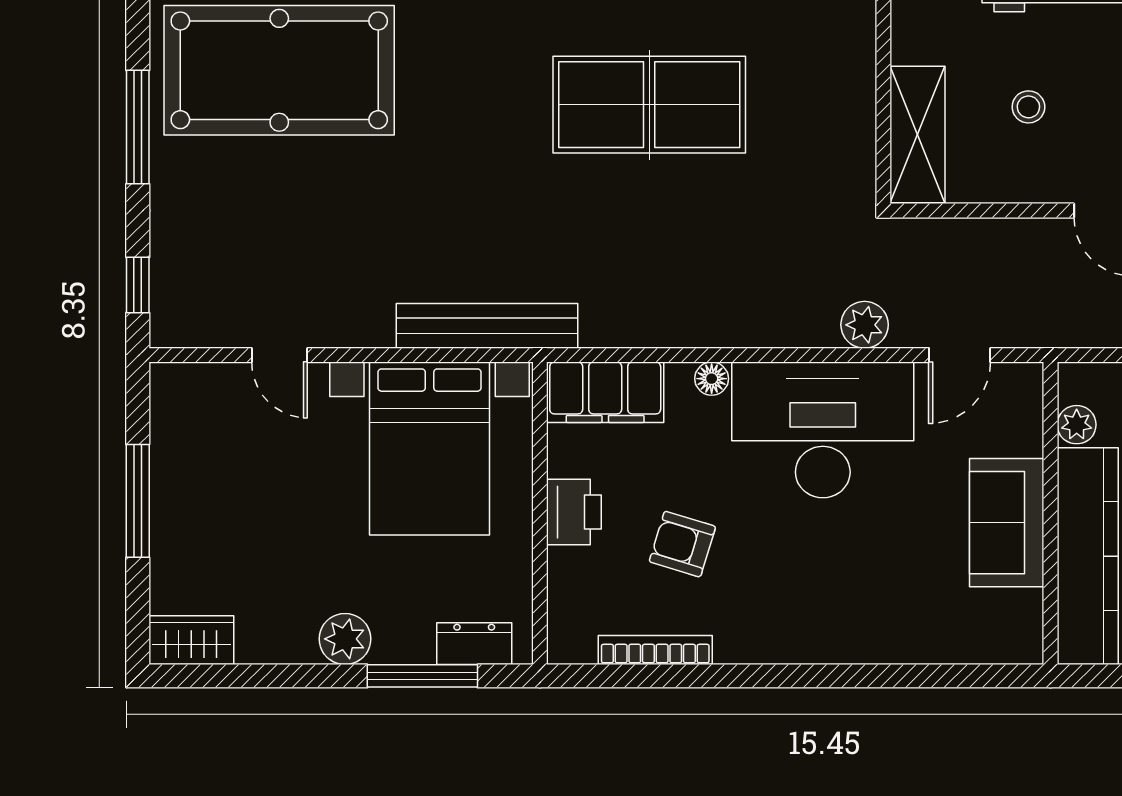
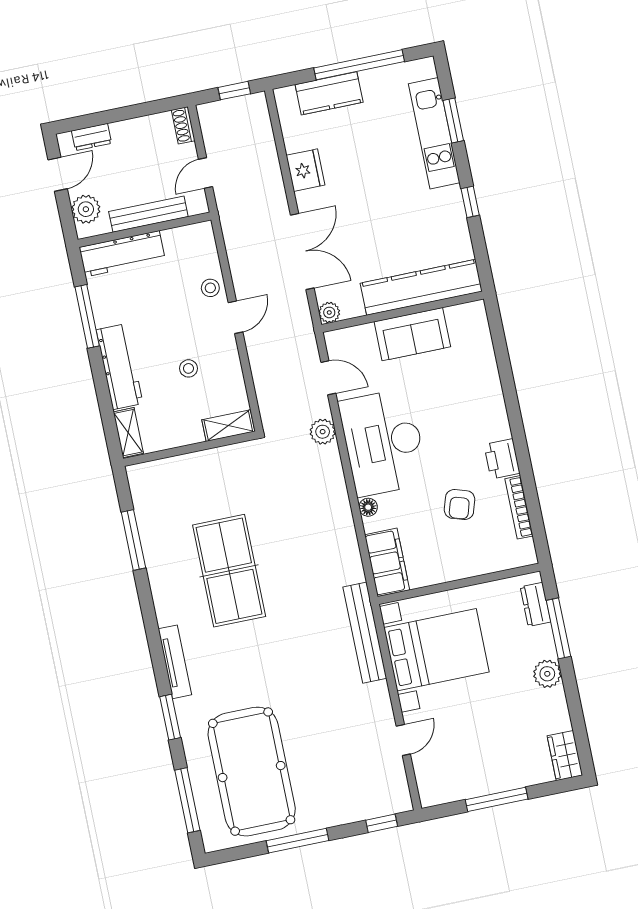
shelving: (917, 135) -> (228, 426), width x0.67, depth x0.75
plant: (1077, 425) -> (329, 312), moved
printer: (574, 512) -> (502, 459), moved, turned -90

